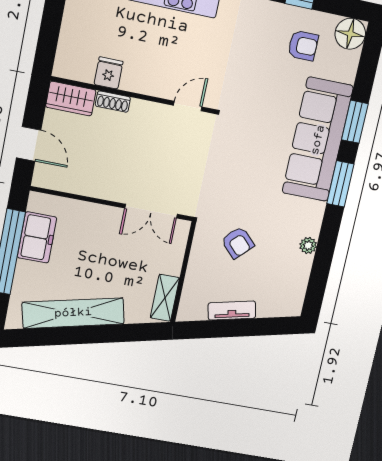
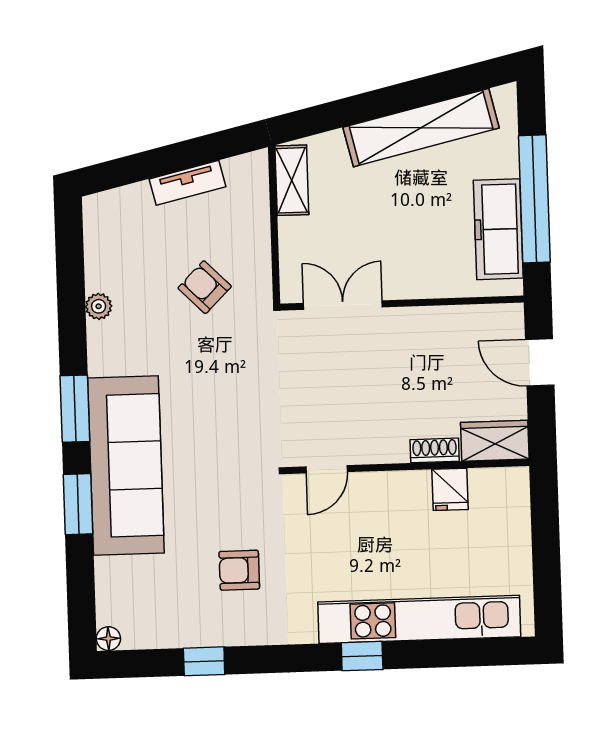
floor lamp: (350, 34) -> (108, 639), width x0.53, depth x0.53
armchair: (303, 46) -> (239, 570), moved
freezer: (37, 237) -> (498, 229), width x1.40

